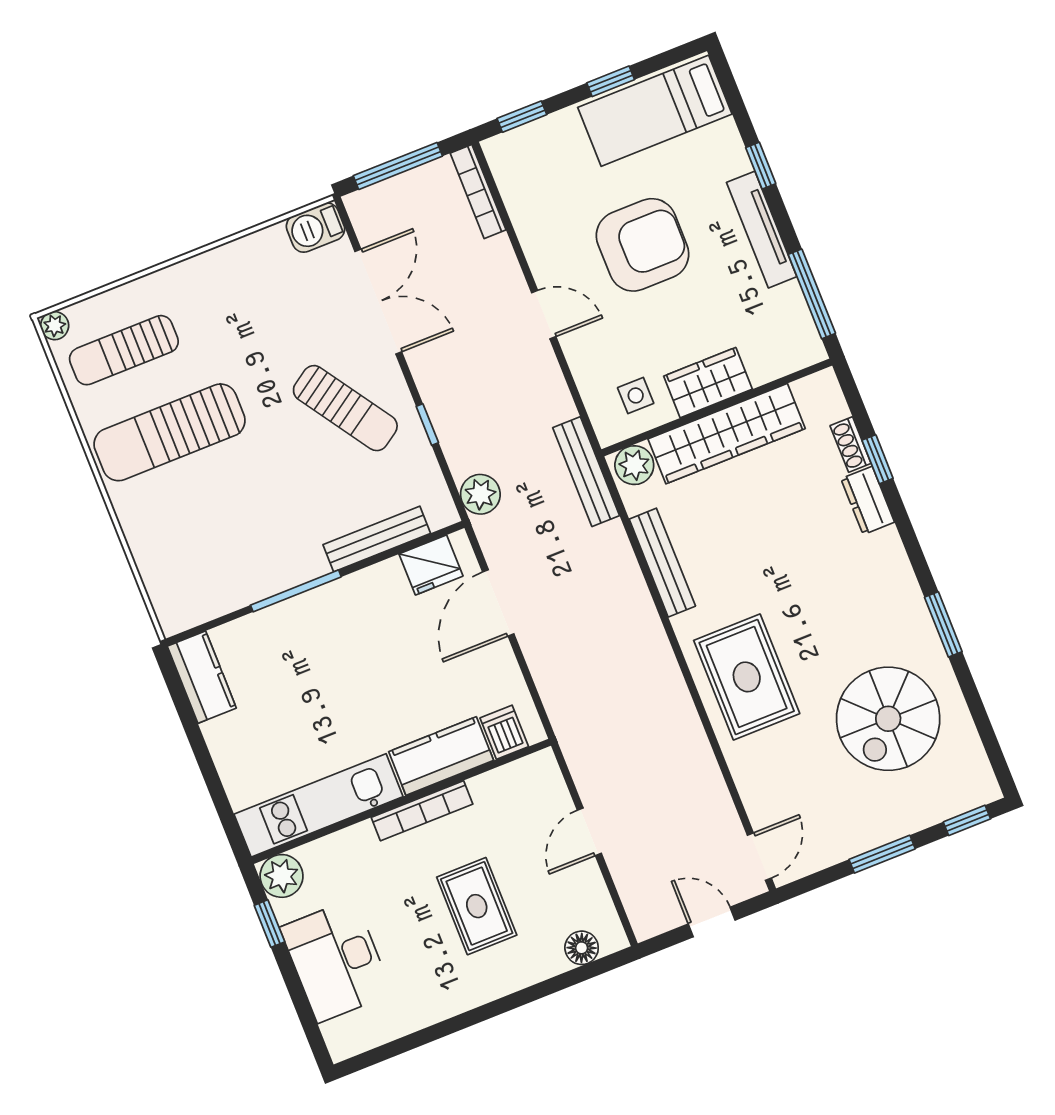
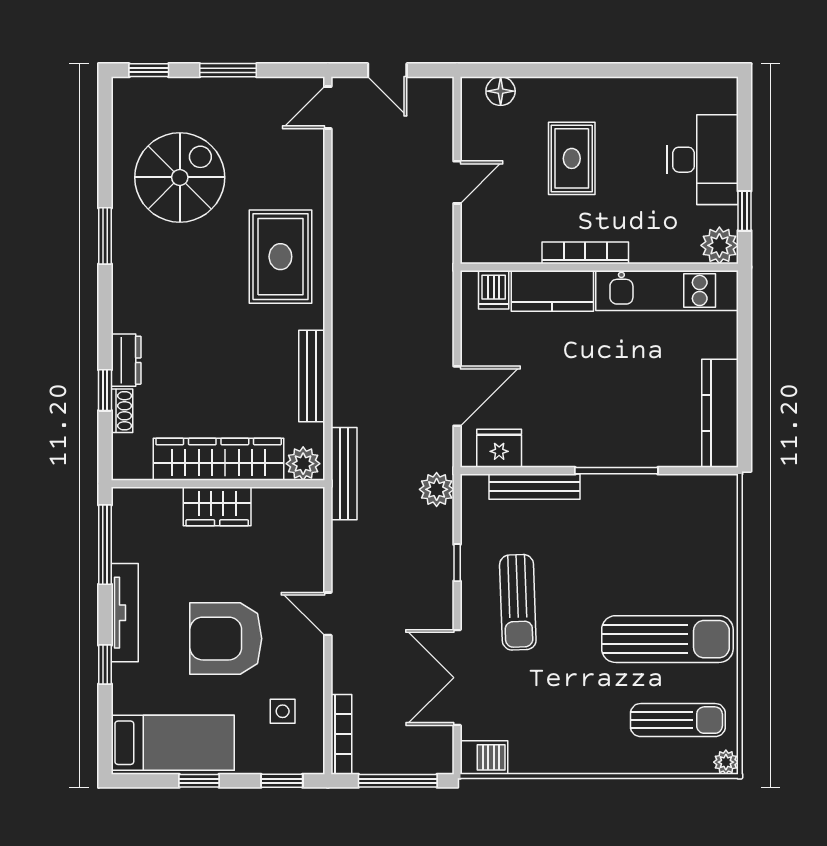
side table: (636, 395) -> (283, 711), moved
sun lounger: (345, 408) -> (518, 602), turned -148
kitchen counter: (202, 677) -> (720, 413), width x1.50

